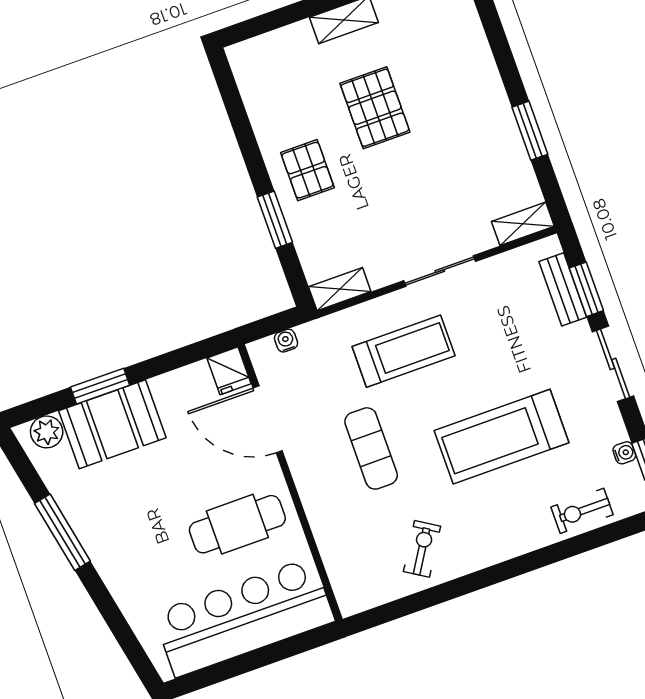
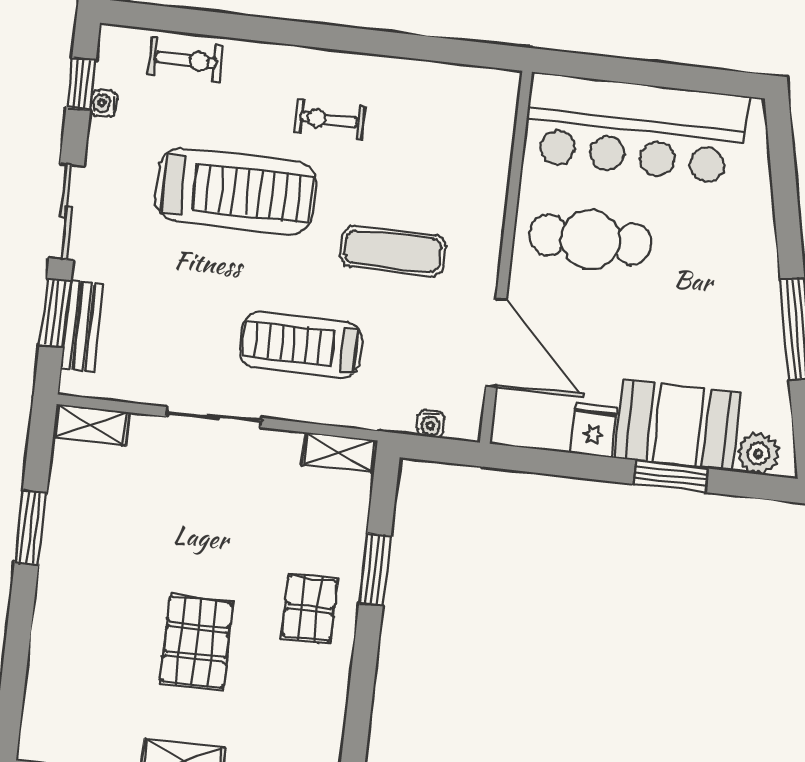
fridge: (229, 371) -> (593, 430), moved
exercise mat: (371, 448) -> (393, 251), turned 90
exercise bike: (422, 549) -> (329, 119), moved, turned 58

